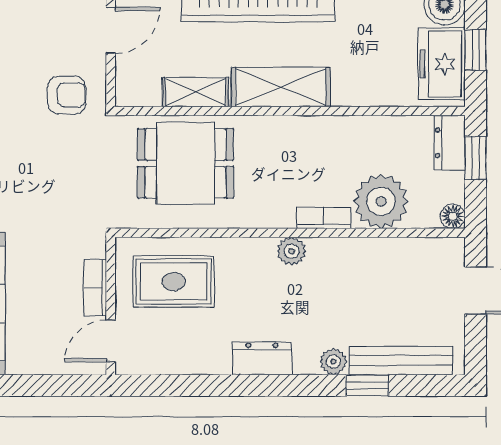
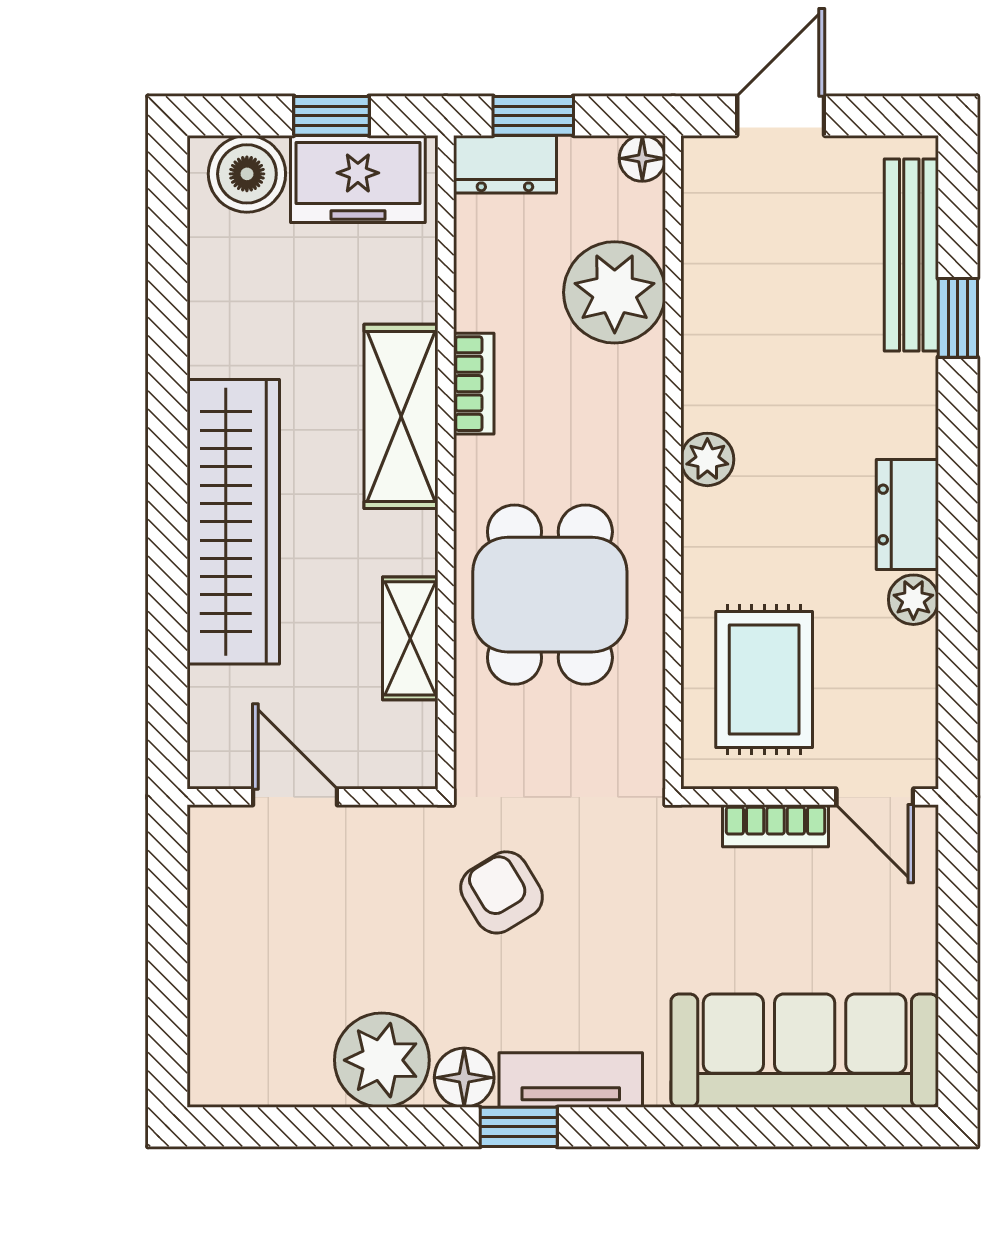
shelving: (281, 87) -> (401, 416), moved
armchair: (67, 95) -> (502, 892), moved, turned -31
dining table: (185, 163) -> (550, 595), moved
bookcase: (324, 218) -> (474, 384), moved, turned 180
plant: (333, 362) -> (913, 600), moved

